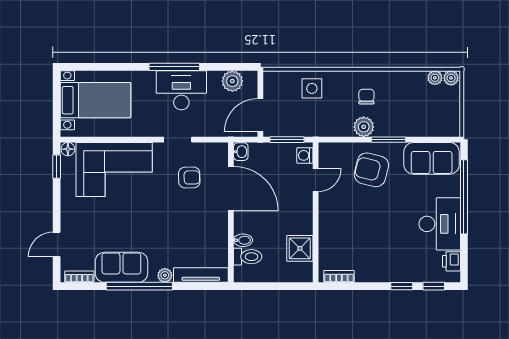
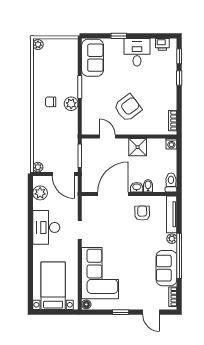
window: (174, 67) -> (30, 232), removed
plant: (435, 78) -> (38, 167), moved
side table: (312, 88) -> (45, 139), removed
washbasin: (241, 152) -> (137, 187), moved
washing machine: (305, 155) -> (171, 144), moved
window: (57, 167) -> (121, 312), moved
armchair: (371, 170) -> (128, 108), moved, turned -141
armchair: (189, 177) -> (142, 213), moved
window: (464, 197) -> (119, 36), width x0.32
desk: (440, 224) -> (137, 52), width x0.73
shower: (300, 248) -> (138, 147), moved
toilet: (248, 257) -> (171, 183), moved

